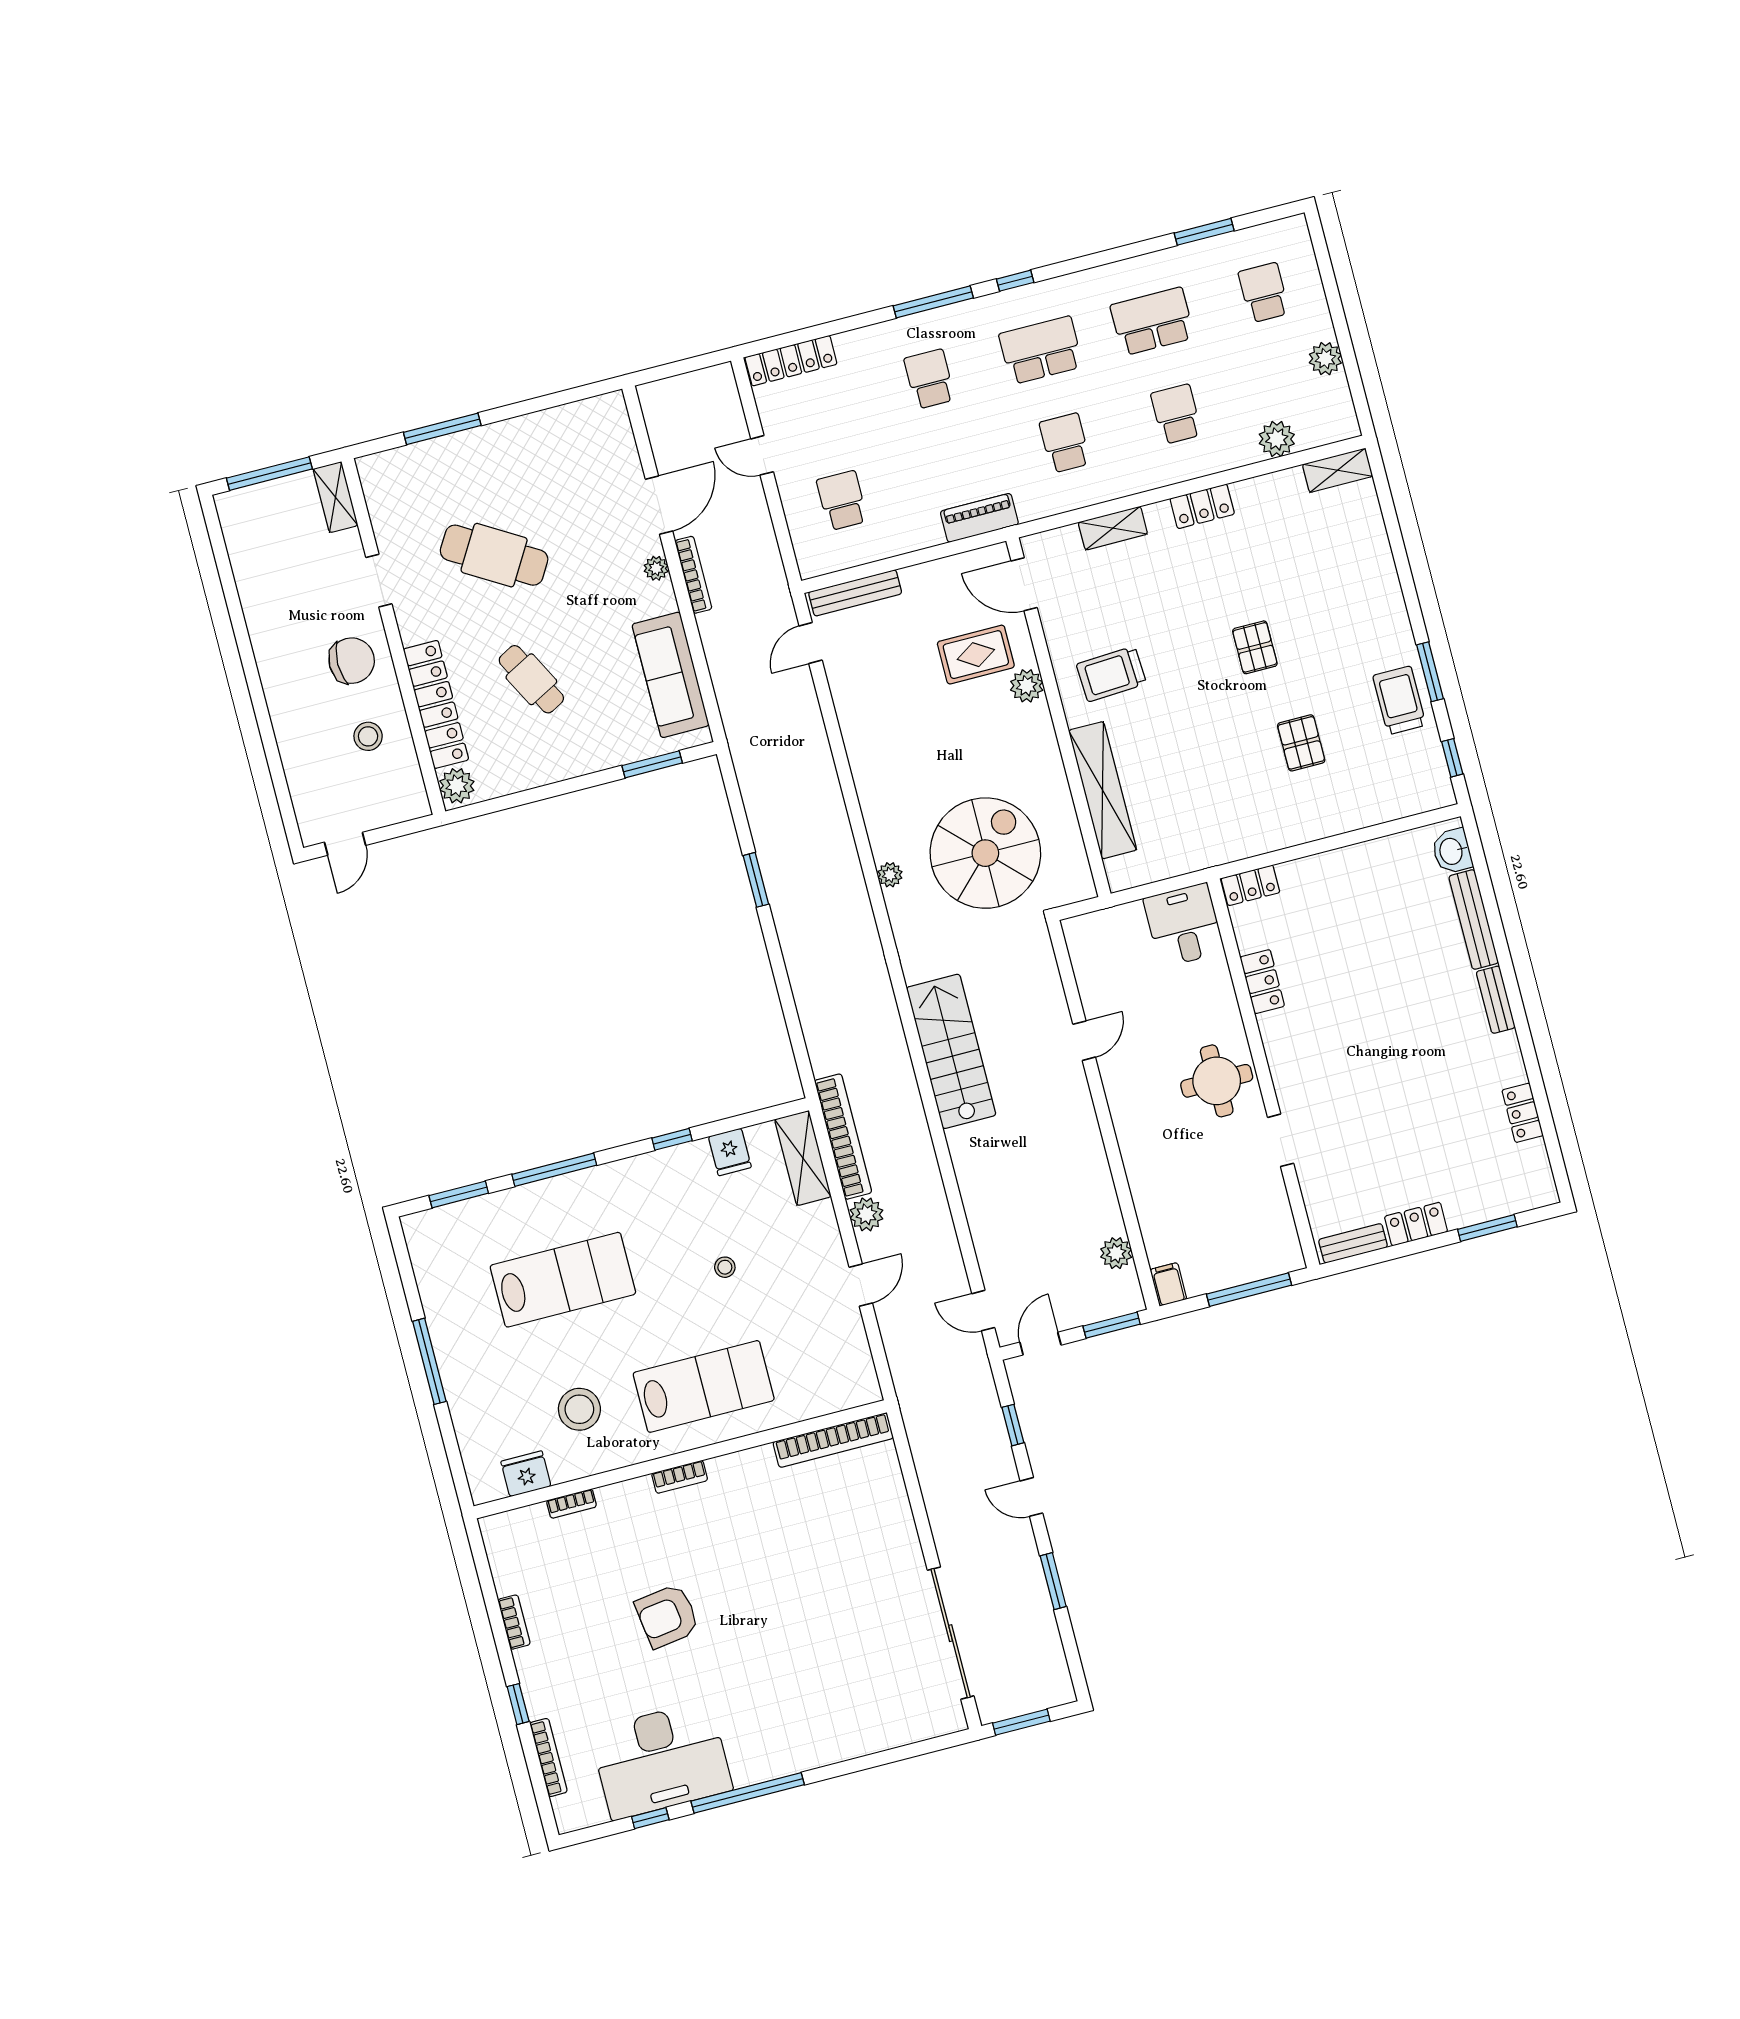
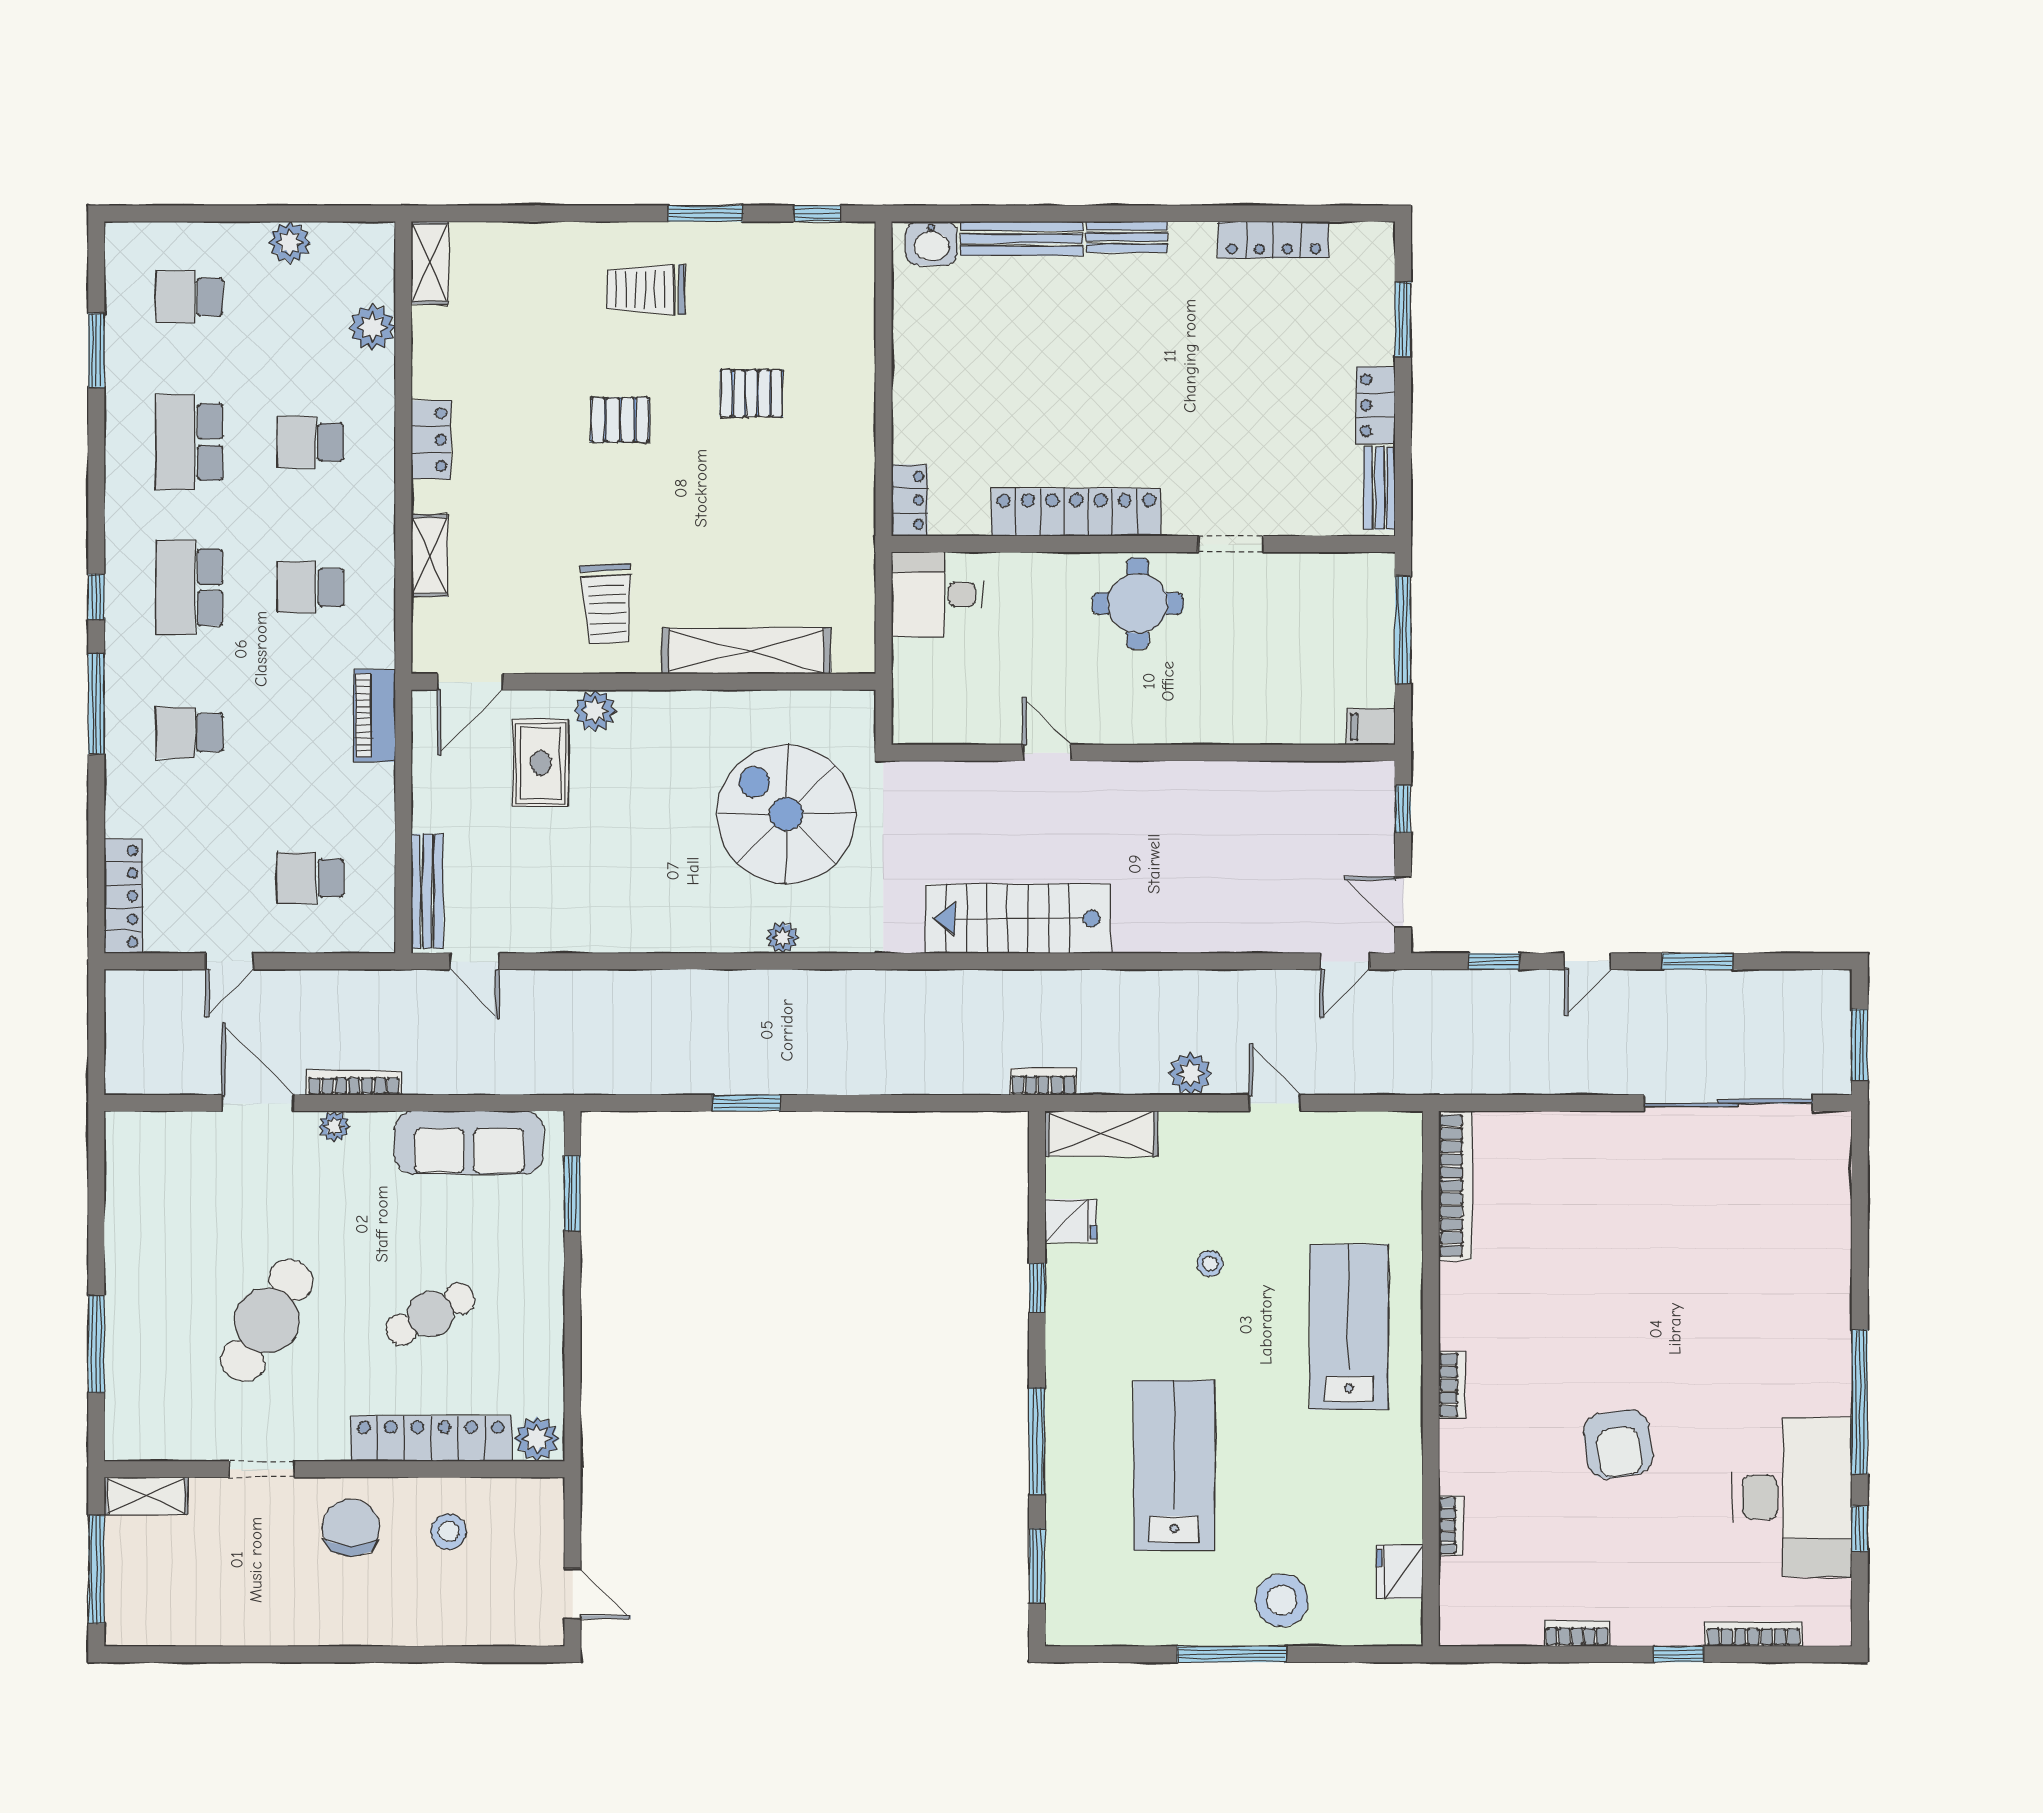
trolley: (1399, 700) -> (646, 290), moved
locker: (1262, 982) -> (1076, 512), width x2.16, depth x1.21
locker: (1523, 1113) -> (1273, 240), width x1.53
bookcase: (843, 1137) -> (1044, 1082), width x0.43, depth x0.76
plant: (1116, 1253) -> (1316, 781), removed
window: (1112, 1325) -> (1403, 809), width x0.67
stool: (579, 1409) -> (1282, 1600), moved

